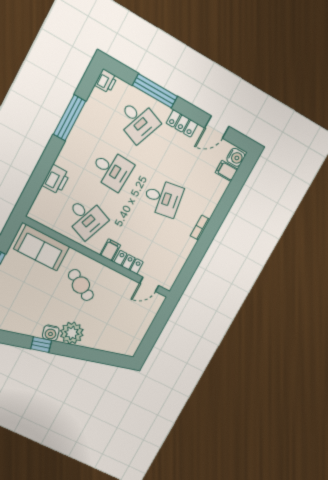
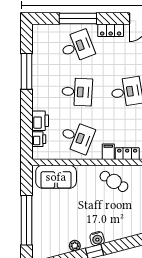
printer: (106, 81) -> (39, 139), moved
desk: (138, 121) -> (77, 46), turned -42
cafe table: (81, 285) -> (114, 181), moved
plant: (72, 333) -> (75, 246), moved, width x0.53, depth x0.53

